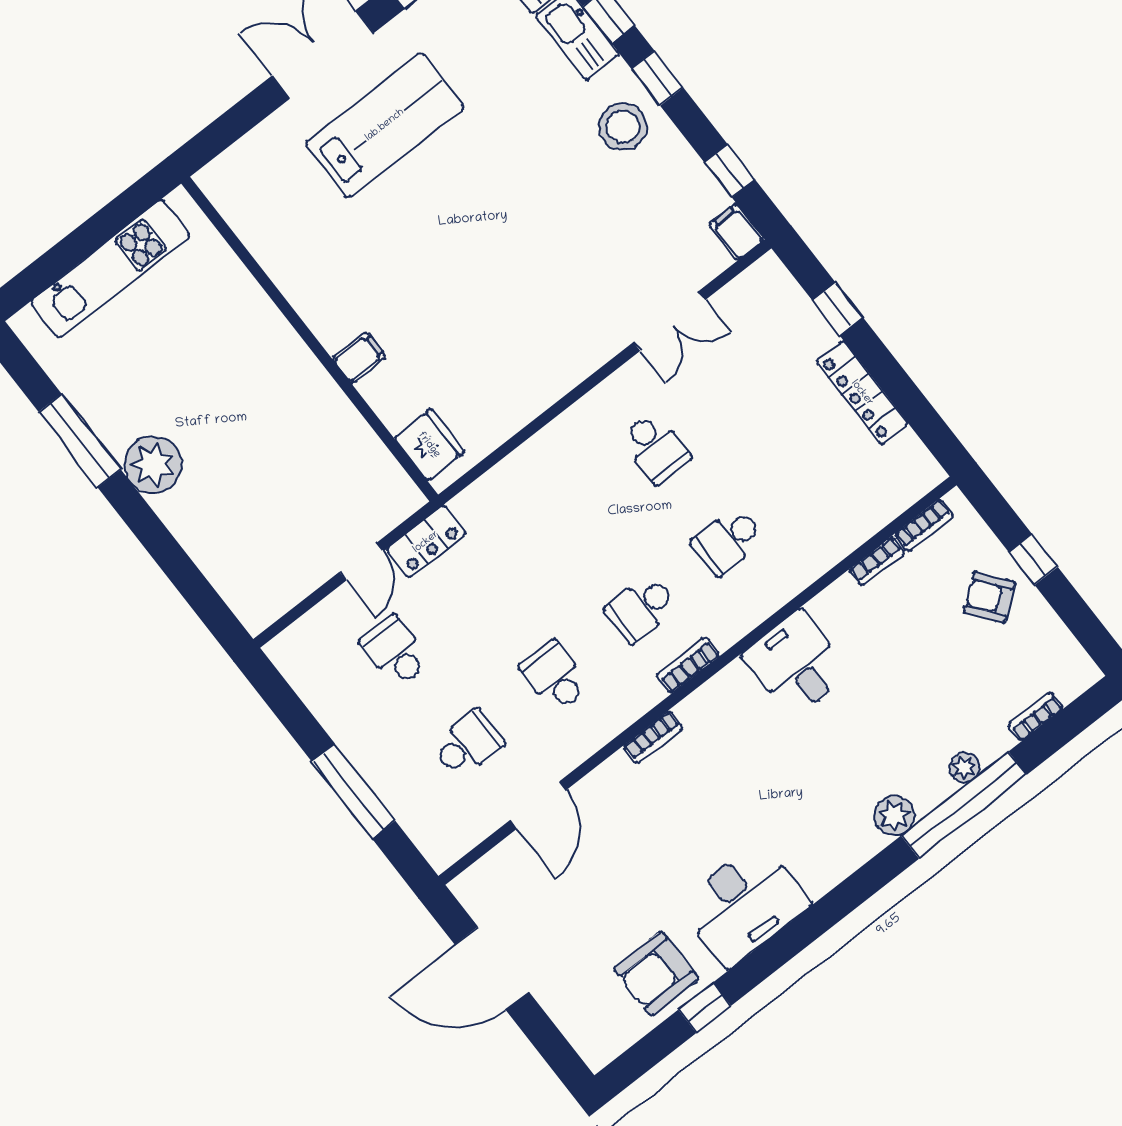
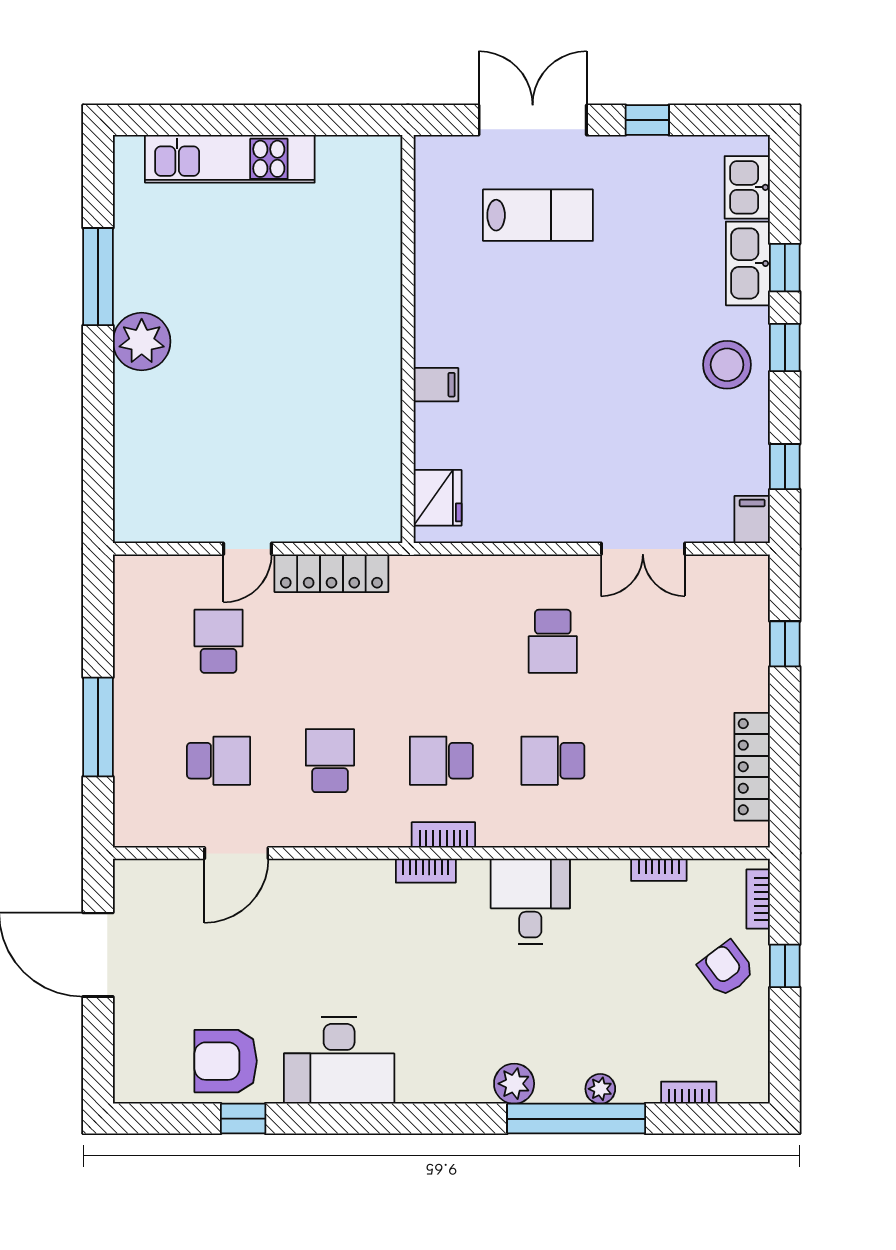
lab bench: (385, 125) -> (538, 215), width x0.73, depth x0.72
wall: (310, 339) -> (408, 339), moved
filing cabinet: (359, 358) -> (436, 385), moved
locker: (862, 393) -> (752, 767), moved
fridge: (429, 445) -> (438, 498), moved
bookcase: (924, 525) -> (758, 899), moved, turned 90
locker: (426, 542) -> (331, 573), width x1.53
bookcase: (653, 737) -> (426, 871), moved

